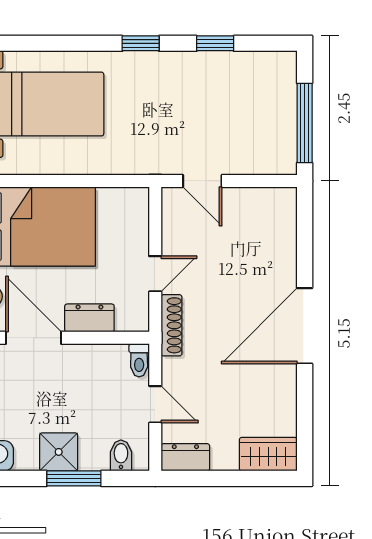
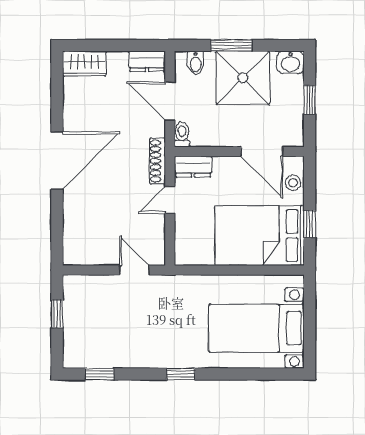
window: (215, 43) -> (100, 374), moved
window: (305, 123) -> (57, 314), width x0.46
dresser: (89, 318) -> (193, 167), moved
door: (155, 404) -> (170, 101), width x1.38
shower: (59, 452) -> (243, 78), width x1.86, depth x1.86

